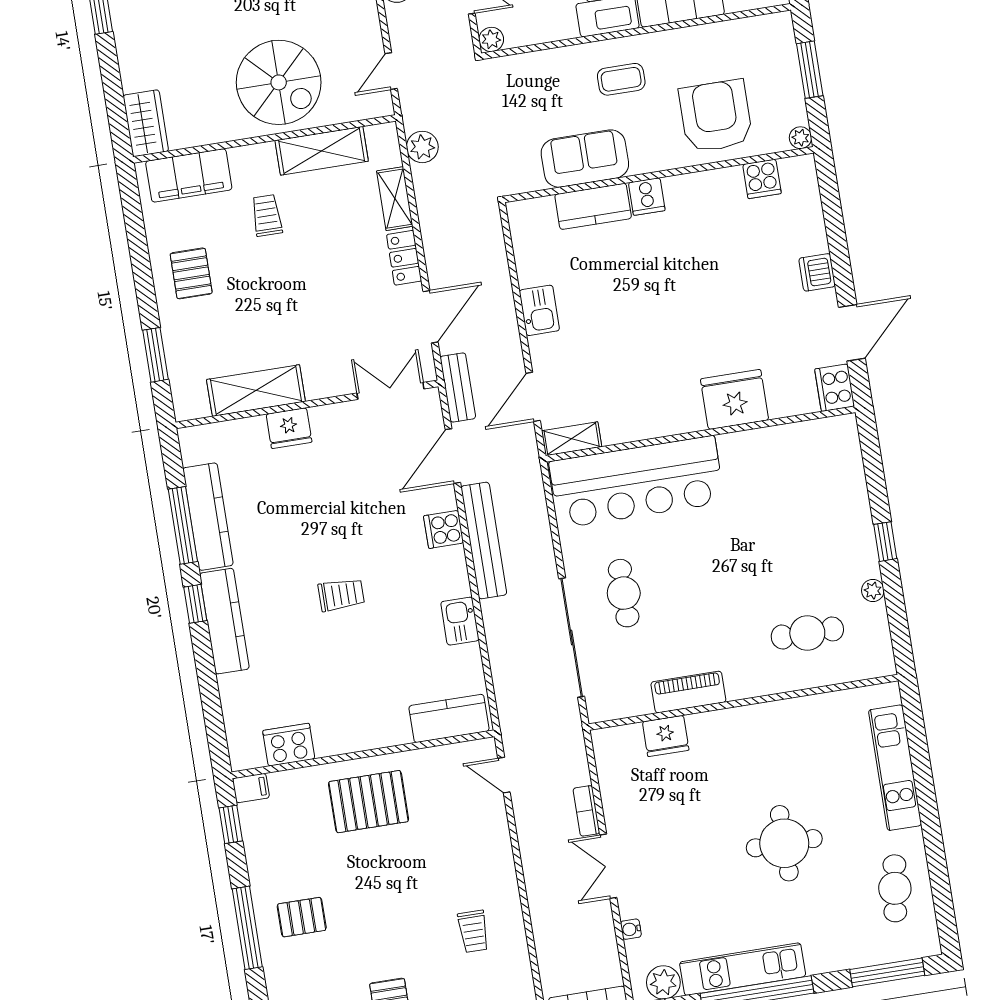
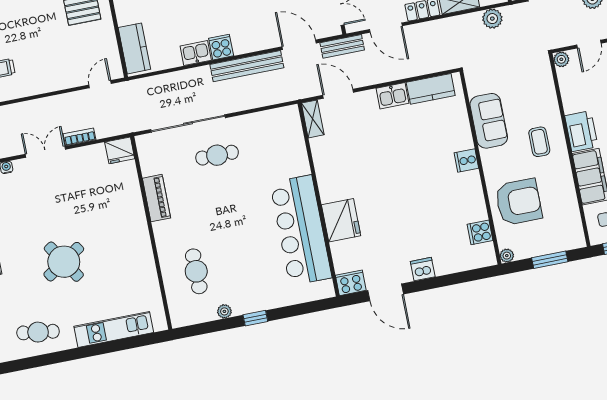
kitchen counter: (593, 206) -> (431, 89), moved, turned -90
bar counter: (637, 482) -> (301, 230), moved
cooker: (444, 529) -> (221, 47), moved
fridge: (666, 736) -> (120, 150), moved, turned -90
round table: (784, 843) -> (64, 262), turned -33

